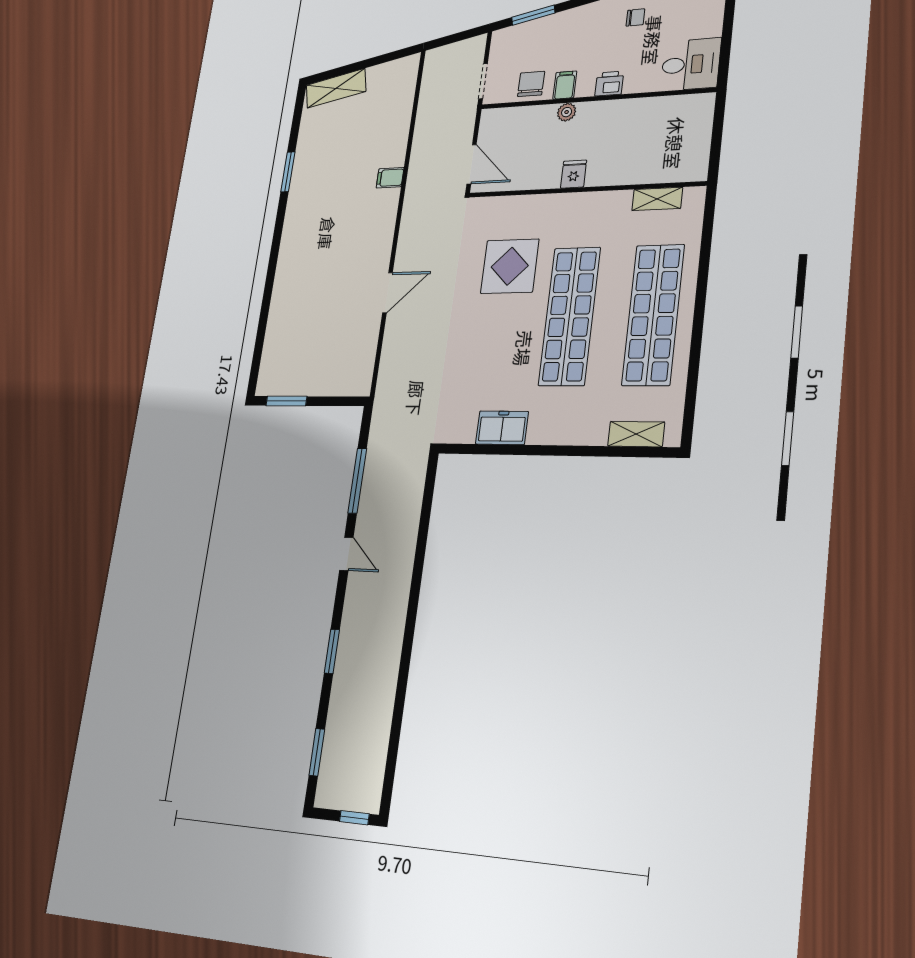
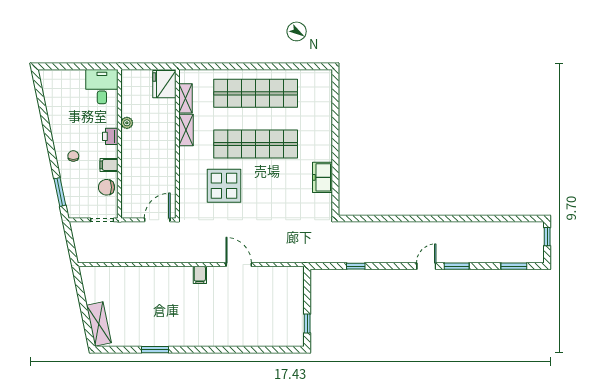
chair: (635, 17) -> (73, 156), moved
plant: (567, 112) -> (127, 123), moved
fridge: (574, 174) -> (164, 84), moved, width x1.88, depth x1.34
filing cabinet: (390, 178) -> (200, 275), moved
window: (286, 401) -> (307, 323), width x0.67
shelving: (636, 434) -> (186, 130), moved
window: (357, 481) -> (356, 266), width x0.46
door: (346, 554) -> (426, 266), moved

